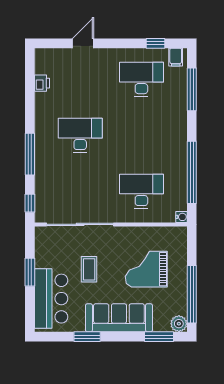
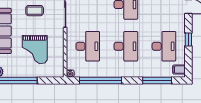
window: (155, 43) -> (188, 39), moved
desk: (141, 135) -> (126, 46), added
grand piano: (146, 269) -> (35, 50), turned 180

